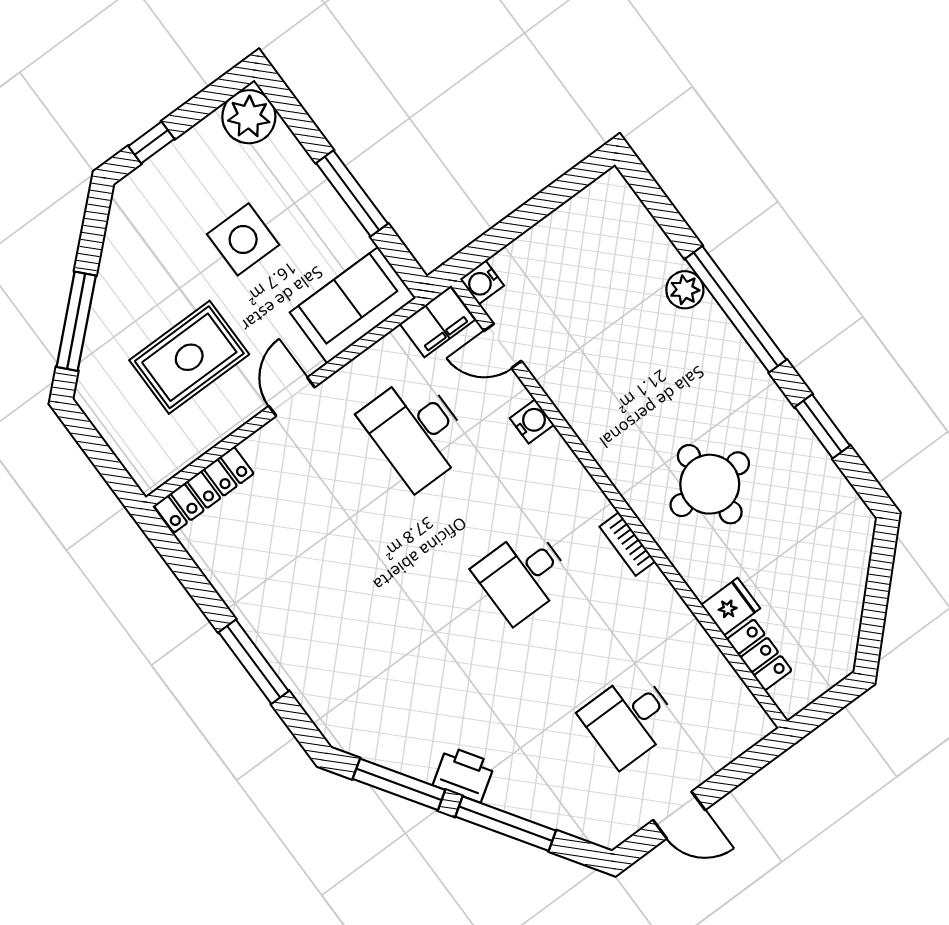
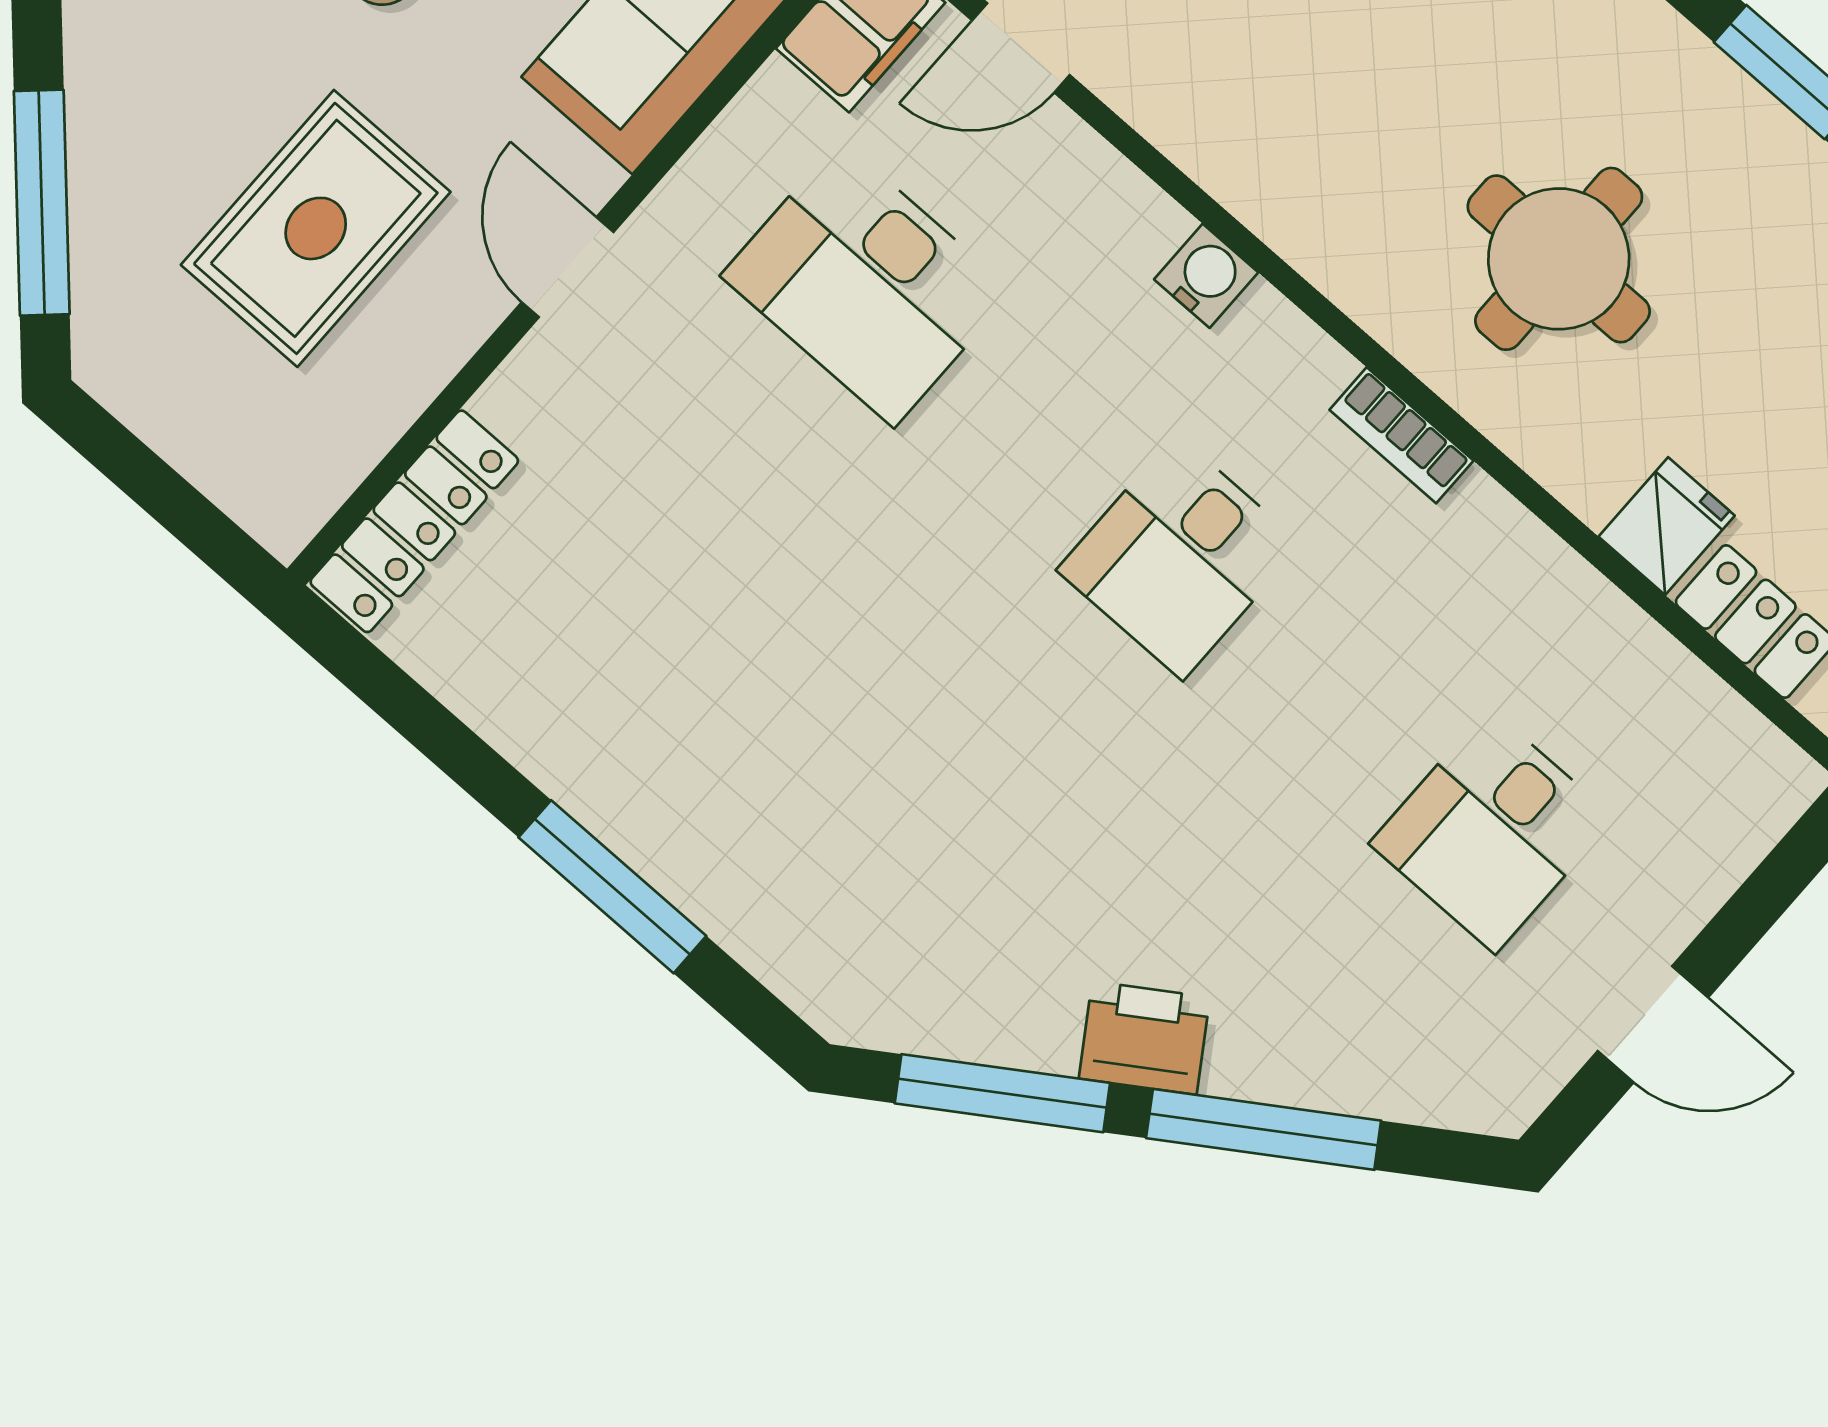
water cooler: (532, 421) -> (1206, 276), moved

